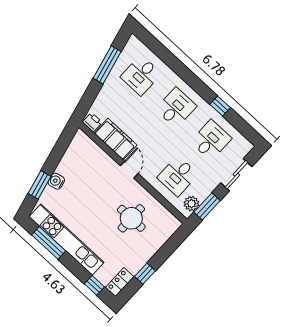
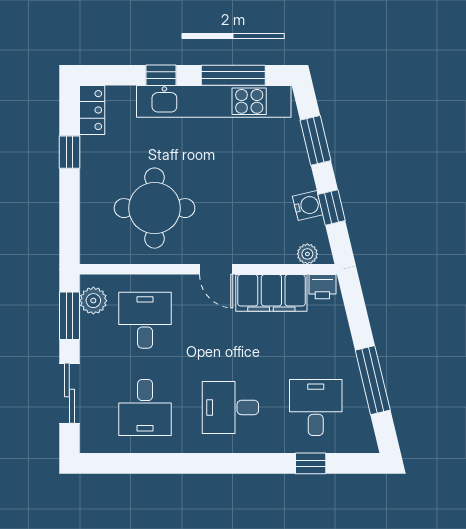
window: (220, 106) -> (311, 463), moved
desk: (176, 108) -> (230, 407), turned 90
plant: (86, 141) -> (307, 254), added
window: (58, 151) -> (332, 208), added
water cooler: (56, 181) -> (308, 206), moved
round table: (131, 218) -> (155, 208), width x1.36, depth x1.36
window: (94, 285) -> (161, 75), moved

